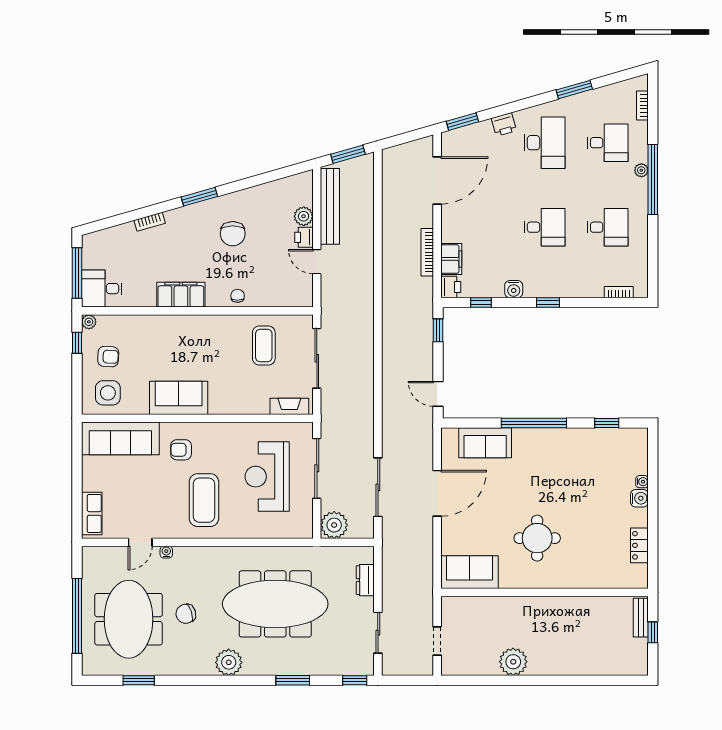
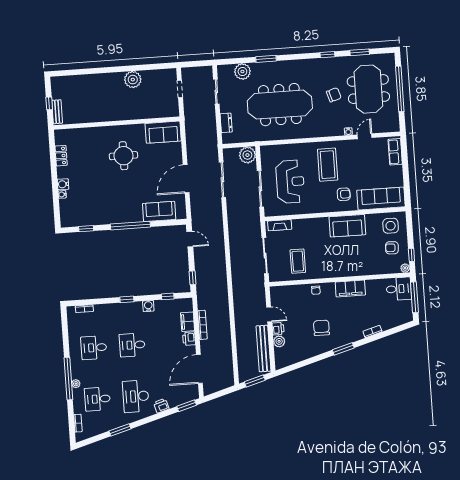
printer: (451, 287) -> (189, 339), moved
plant: (229, 662) -> (242, 72), moved
window: (355, 680) -> (327, 55), moved

